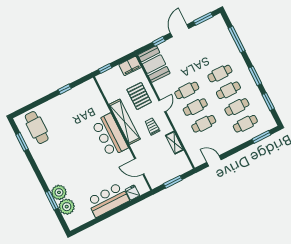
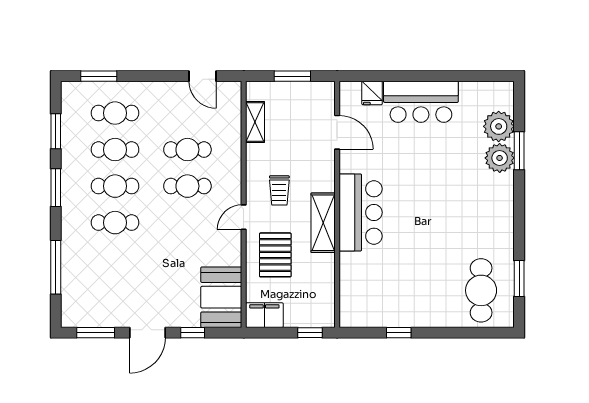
cafe table: (187, 90) -> (187, 223), removed
shelving: (125, 122) -> (323, 223), width x0.68
shelving: (174, 143) -> (255, 122), moved

